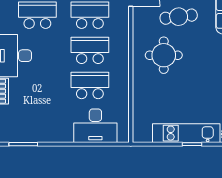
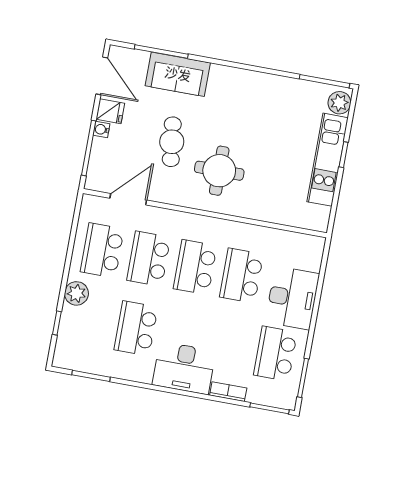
school desk: (37, 121) -> (275, 354), added
desk: (95, 126) -> (292, 298), moved

